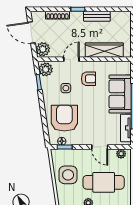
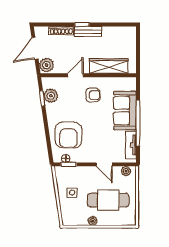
bench: (97, 16) -> (88, 32), moved
door: (31, 33) -> (35, 48), hinge flipped
plant: (46, 69) -> (51, 96), moved
side table: (66, 88) -> (70, 105), removed
armchair: (64, 118) -> (68, 135), turned 180
side table: (68, 175) -> (72, 193), width x0.54, depth x0.54

